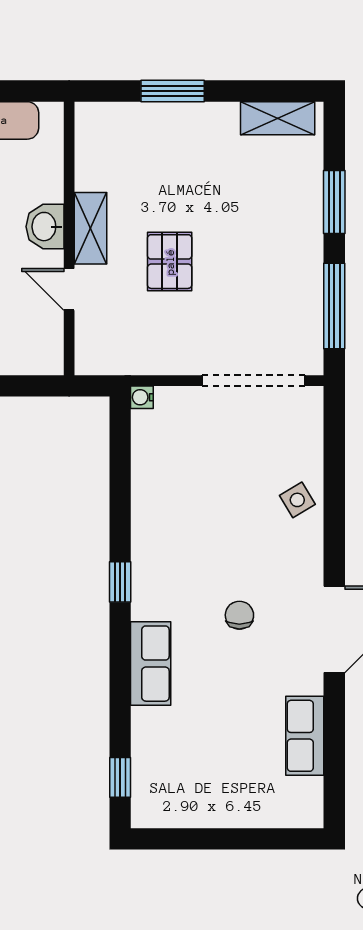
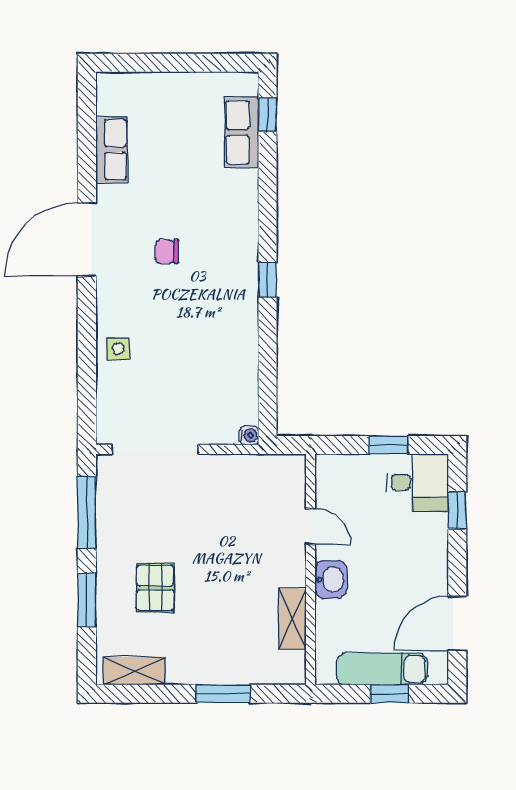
shelving: (91, 228) -> (292, 619), moved
pallet: (170, 262) -> (155, 588), moved
side table: (297, 500) -> (118, 349), turned 31
chair: (239, 615) -> (167, 251), turned 90
row of seats: (151, 664) -> (242, 132), moved

